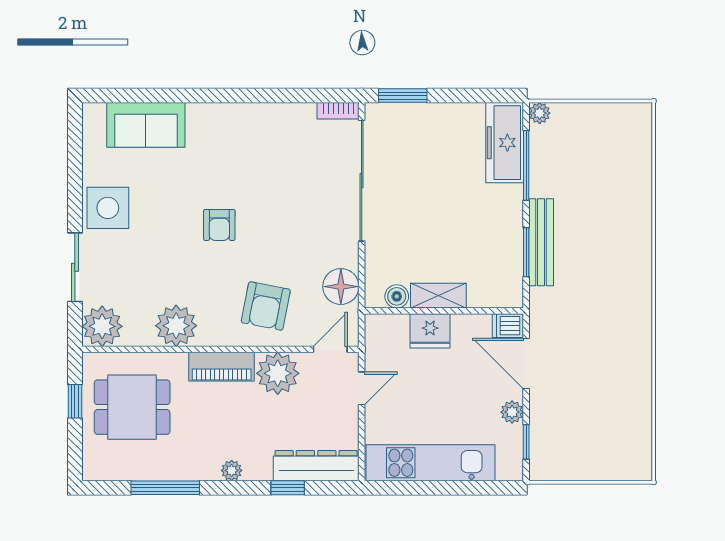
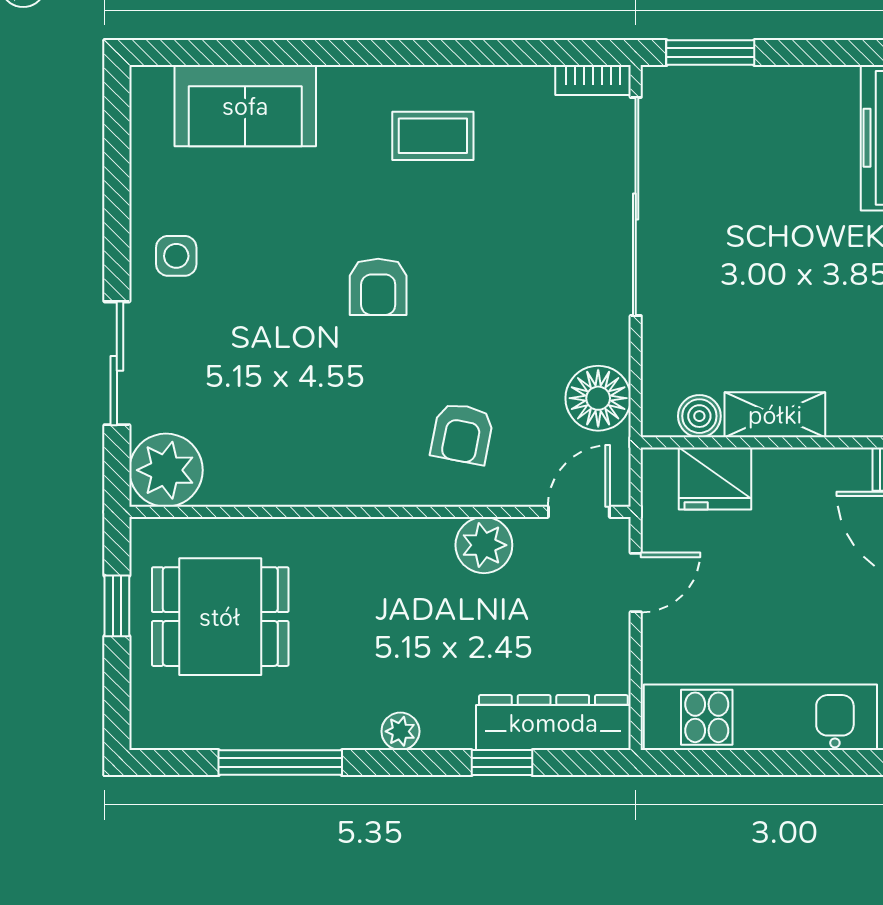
coffee table: (250, 142) -> (433, 136), added
side table: (108, 208) -> (176, 256), width x0.54, depth x0.54
armchair: (266, 306) -> (462, 433), width x0.72, depth x0.72
plant: (176, 326) -> (300, 469), removed
fridge: (430, 331) -> (715, 478), moved
piano: (222, 367) -> (382, 543), removed
plant: (278, 373) -> (484, 545), width x0.73, depth x0.73

